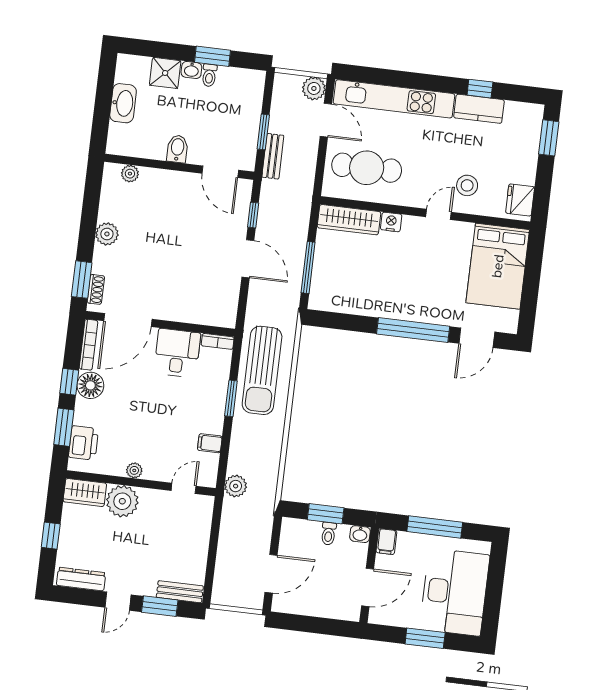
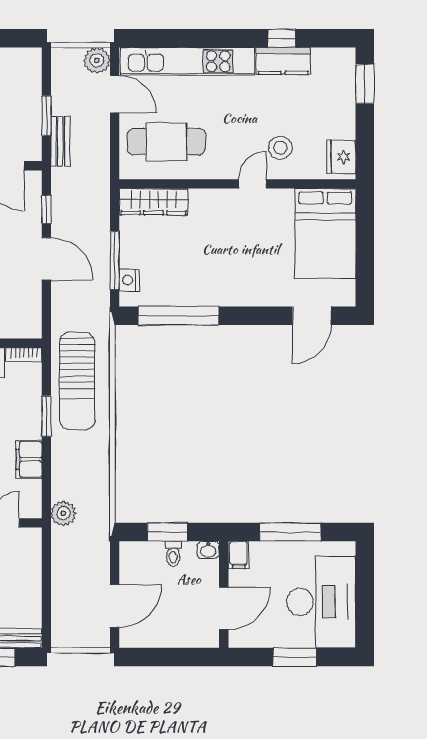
nightstand: (391, 222) -> (129, 280), moved, turned -90
window: (413, 330) -> (178, 316), moved
filing cabinet: (210, 443) -> (29, 459), width x2.00

